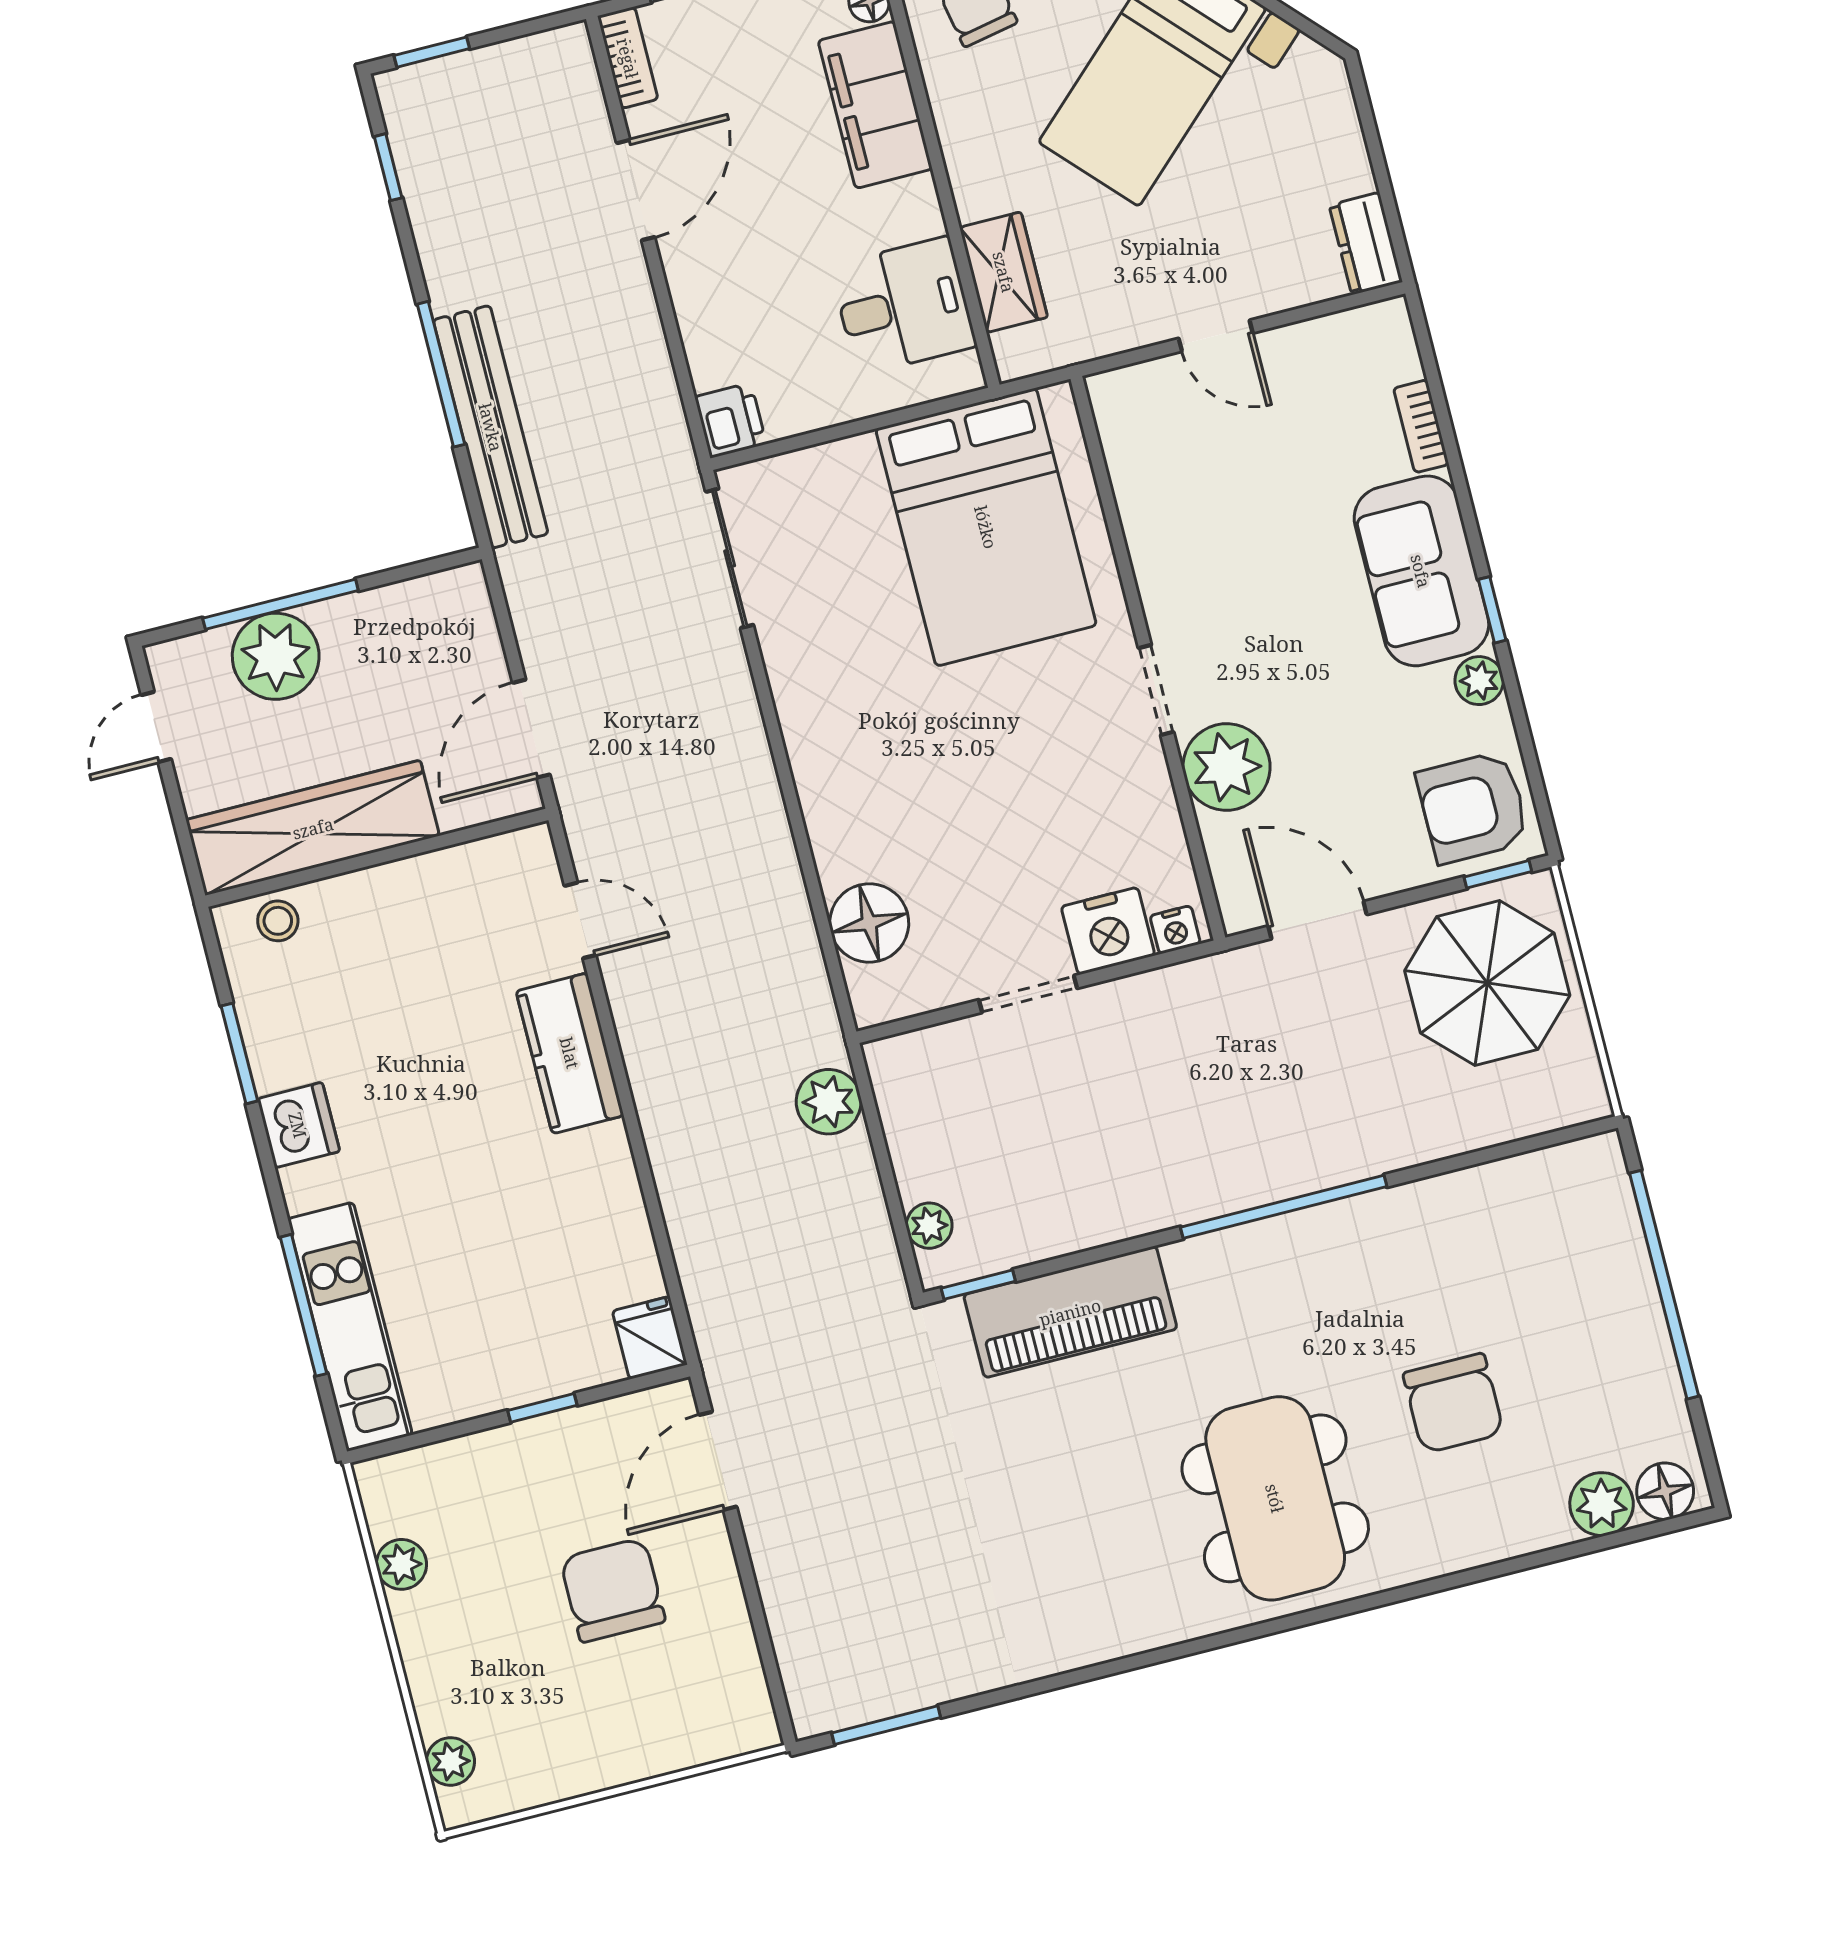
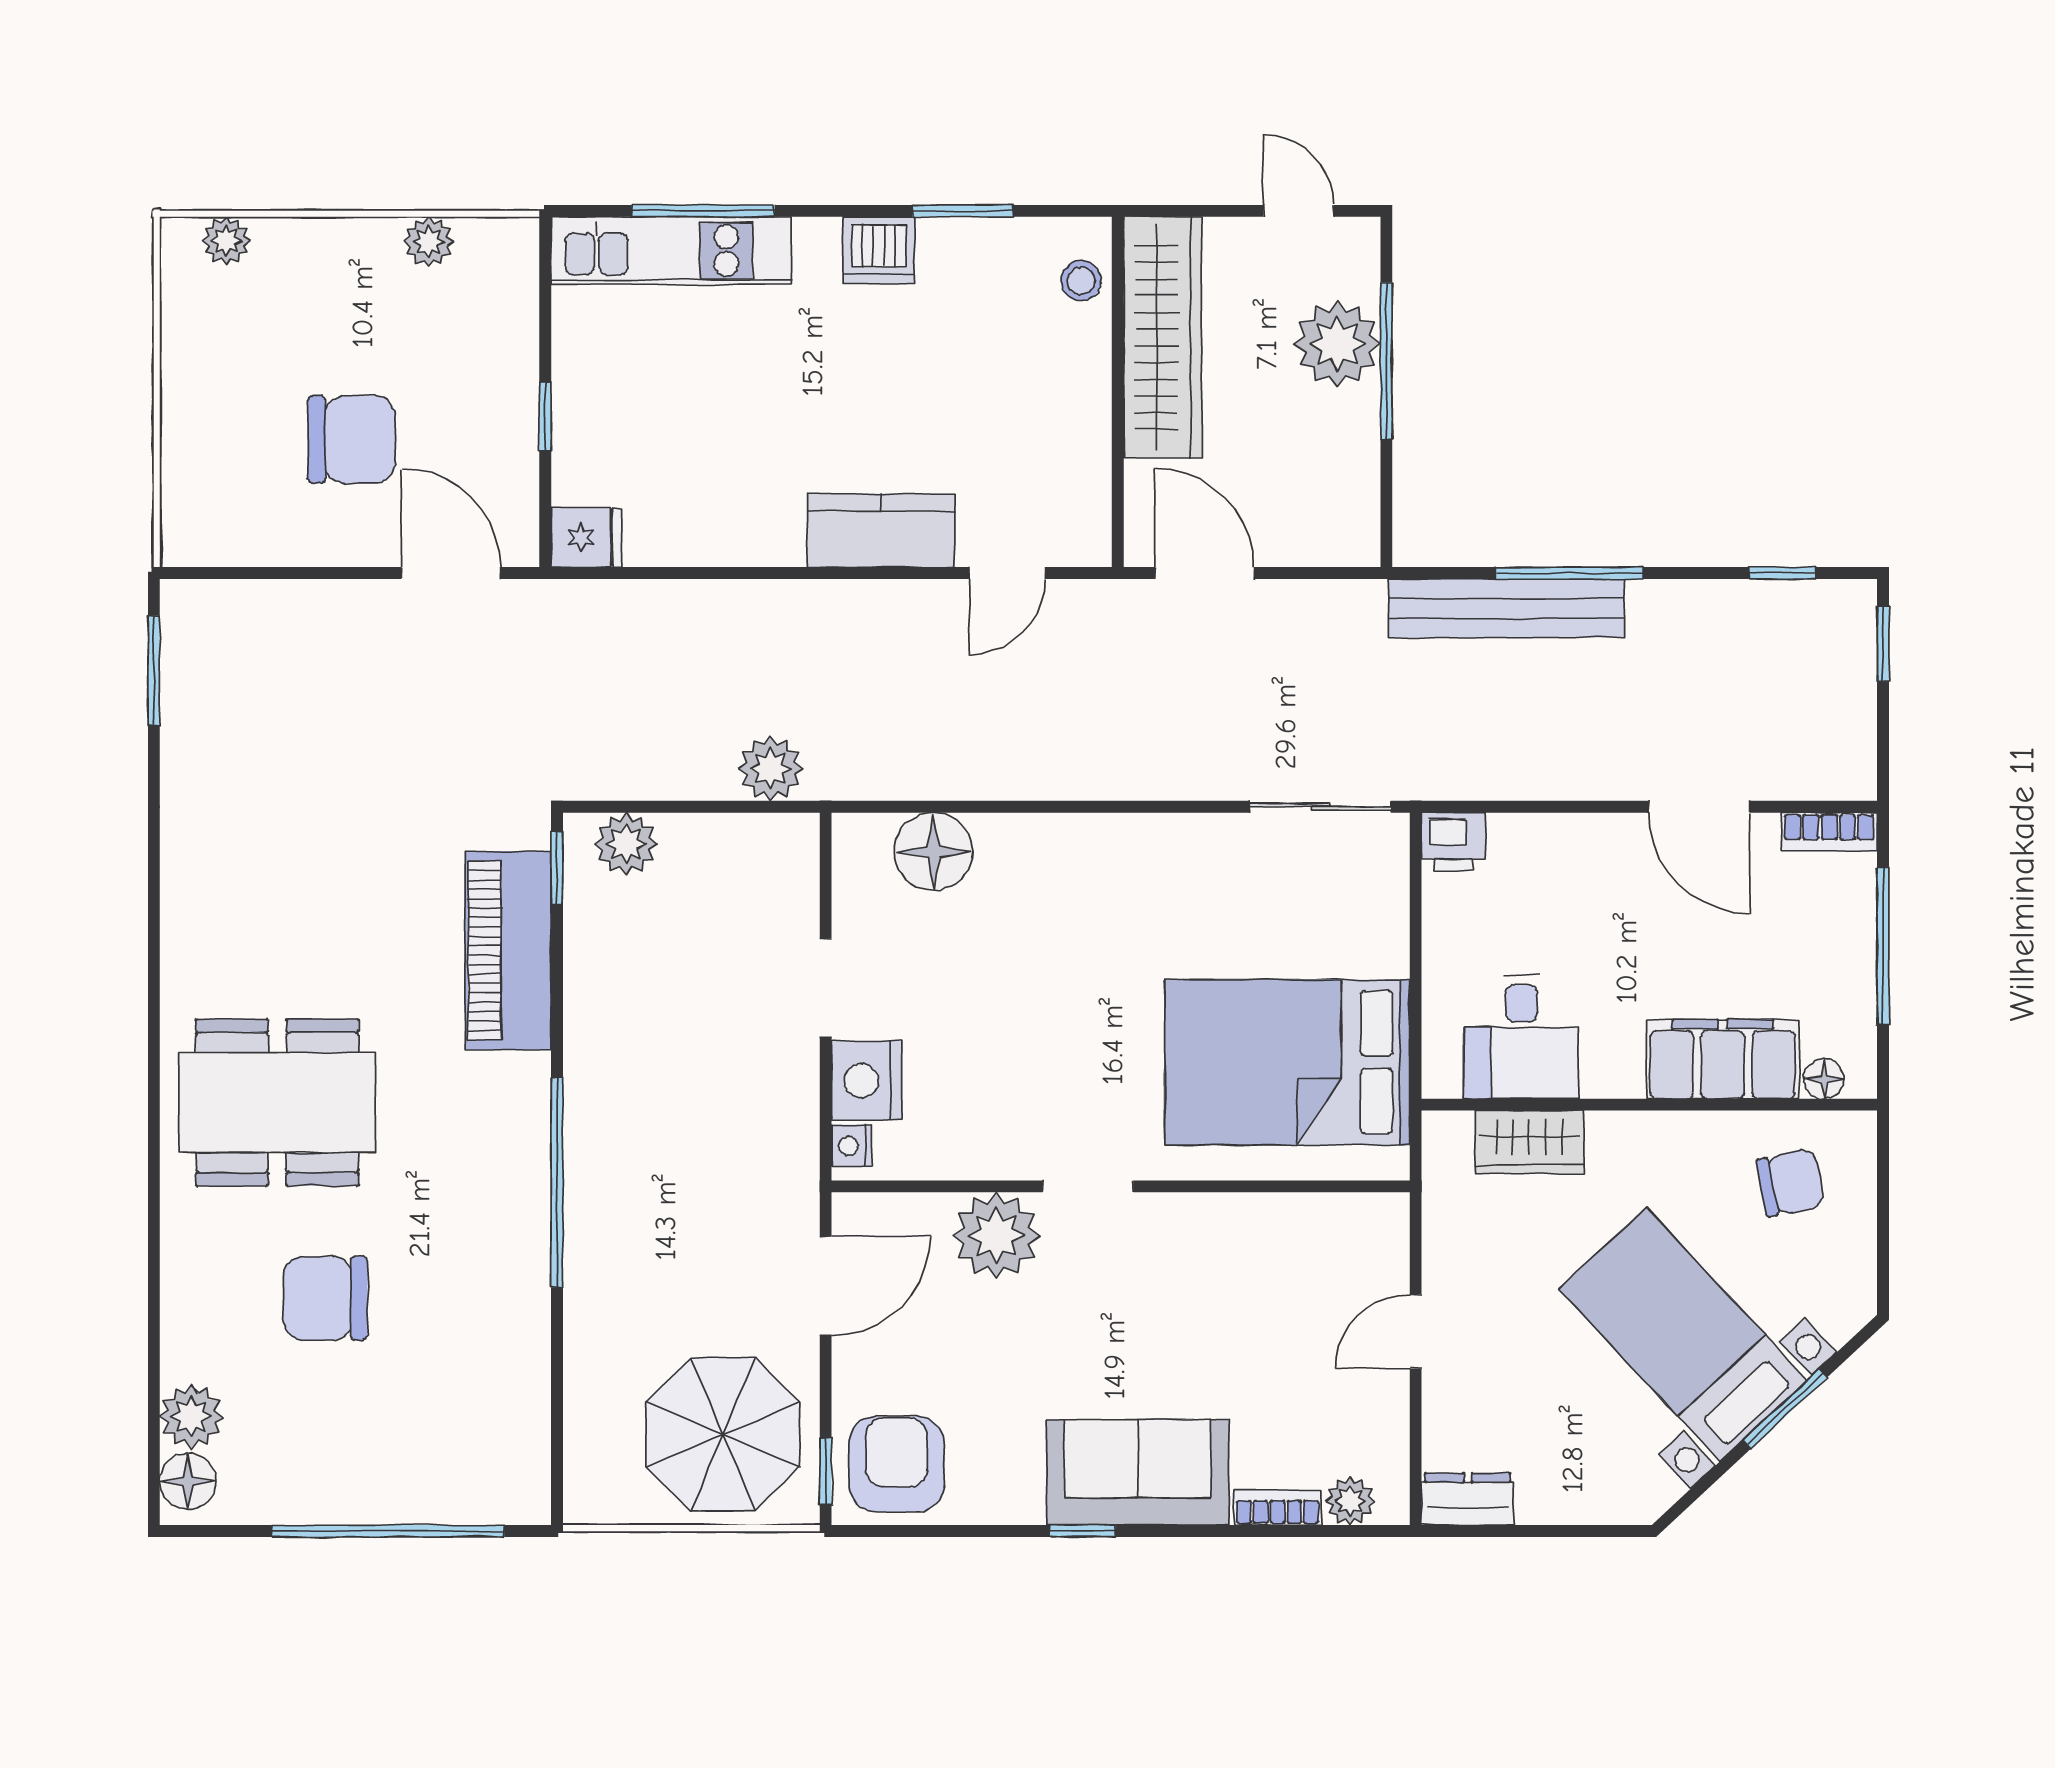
plant: (1479, 681) -> (1350, 1501), moved
plant: (929, 1226) -> (626, 844), width x1.38, depth x1.38

